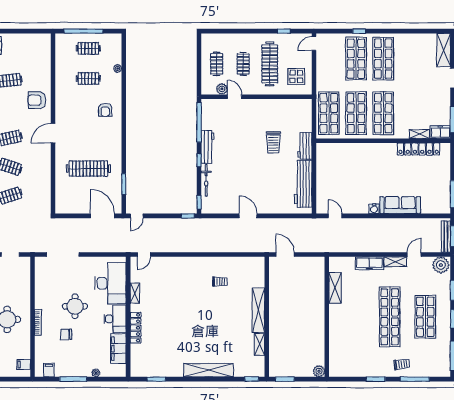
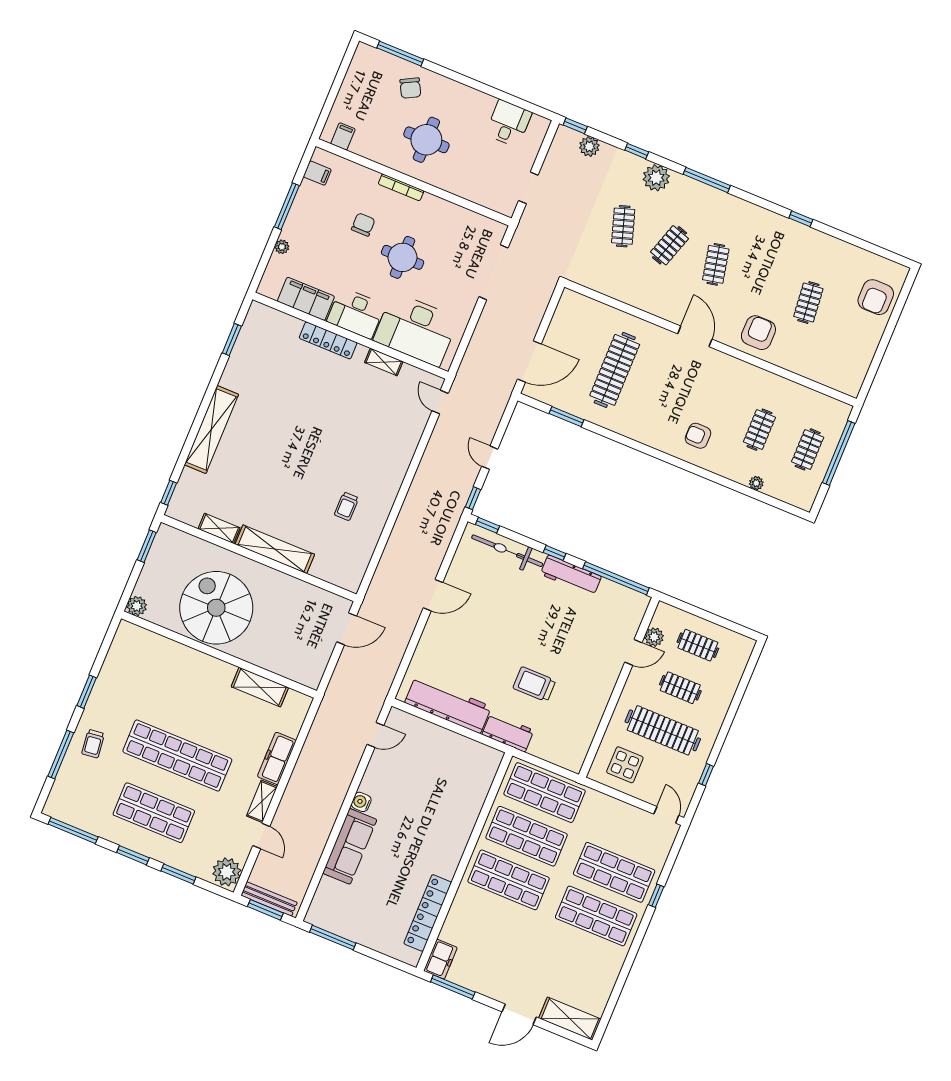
shelving: (419, 134) -> (451, 924), removed
bicycle: (206, 180) -> (507, 551), width x1.37, depth x1.40
door: (137, 216) -> (490, 458), moved
spiral stairs: (302, 329) -> (216, 608), added

